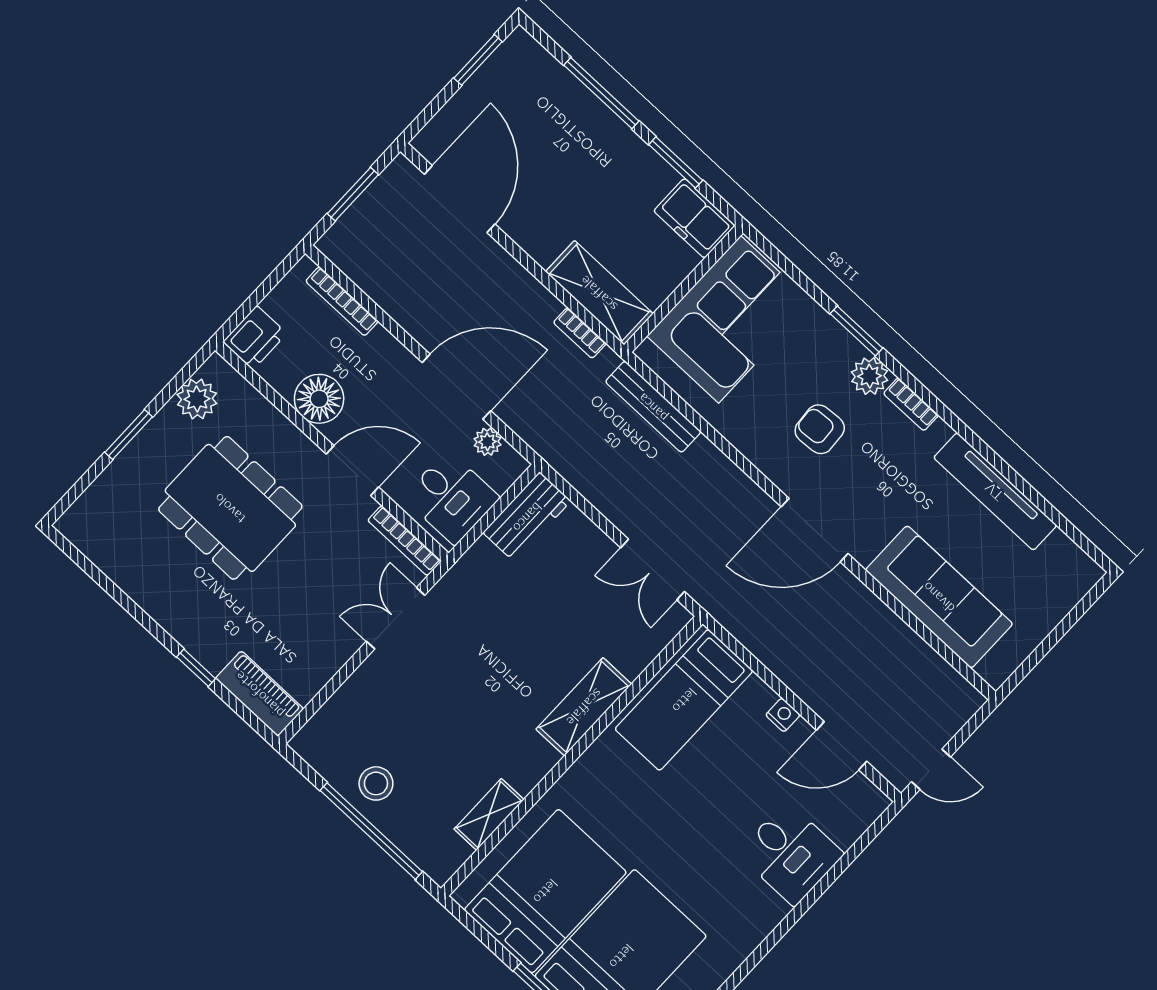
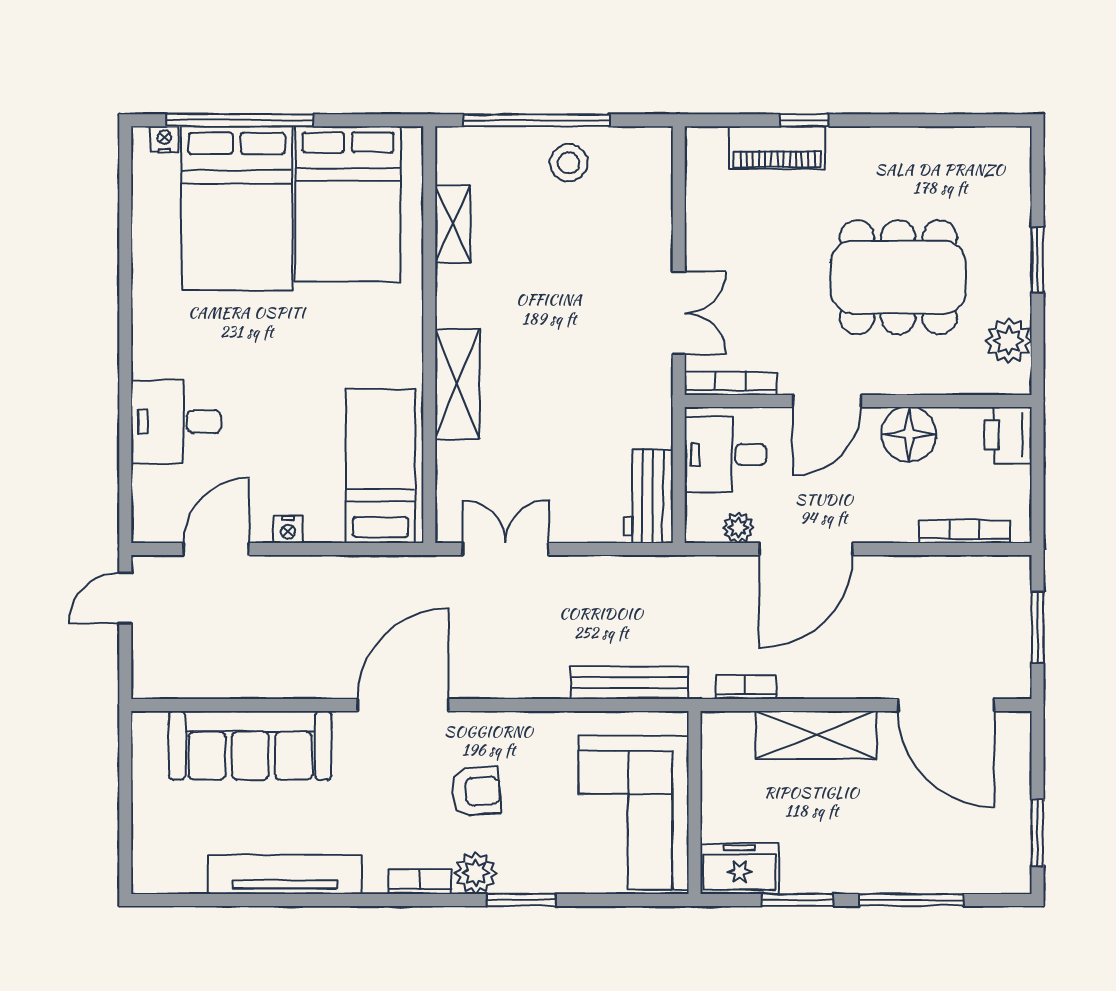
shelving: (599, 293) -> (816, 735), moved
piano: (260, 694) -> (777, 148), moved

